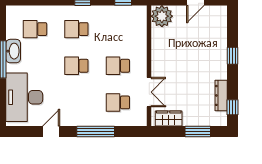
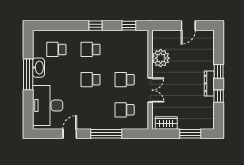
plant: (162, 16) -> (161, 58), moved
double door: (149, 92) -> (150, 90), moved
dresser: (221, 95) -> (209, 83), moved
window: (232, 107) -> (219, 96), moved

